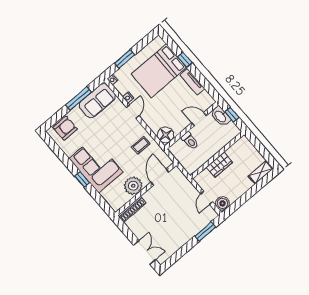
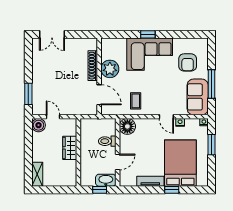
armchair: (65, 128) -> (188, 62), moved
shoe rack: (132, 209) -> (93, 66), moved

